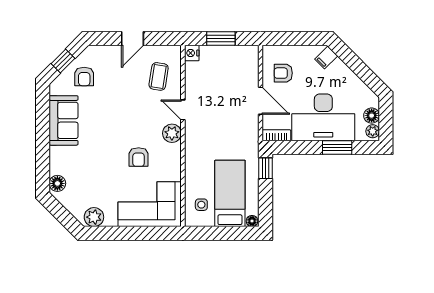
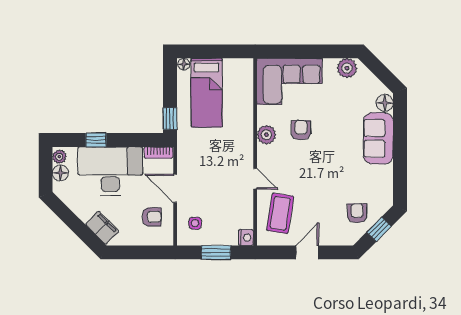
filing cabinet: (326, 57) -> (102, 228), width x2.00
coffee table: (159, 76) -> (280, 213), width x1.36, depth x1.30
sofa: (64, 120) -> (378, 138), moved
plant: (172, 133) -> (266, 135), moved
window: (337, 147) -> (96, 140), width x0.67
side table: (201, 205) -> (195, 223), moved

